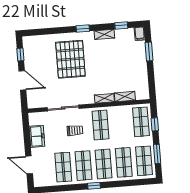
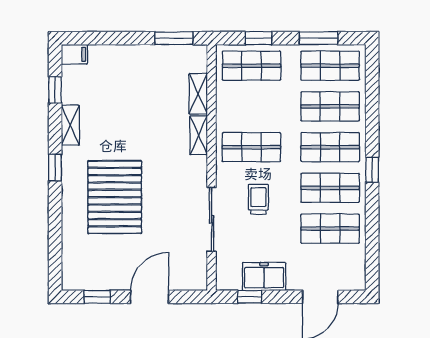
window: (149, 52) -> (174, 38), moved
pallet: (70, 59) -> (115, 197), turned 90
window: (26, 130) -> (250, 297), added

